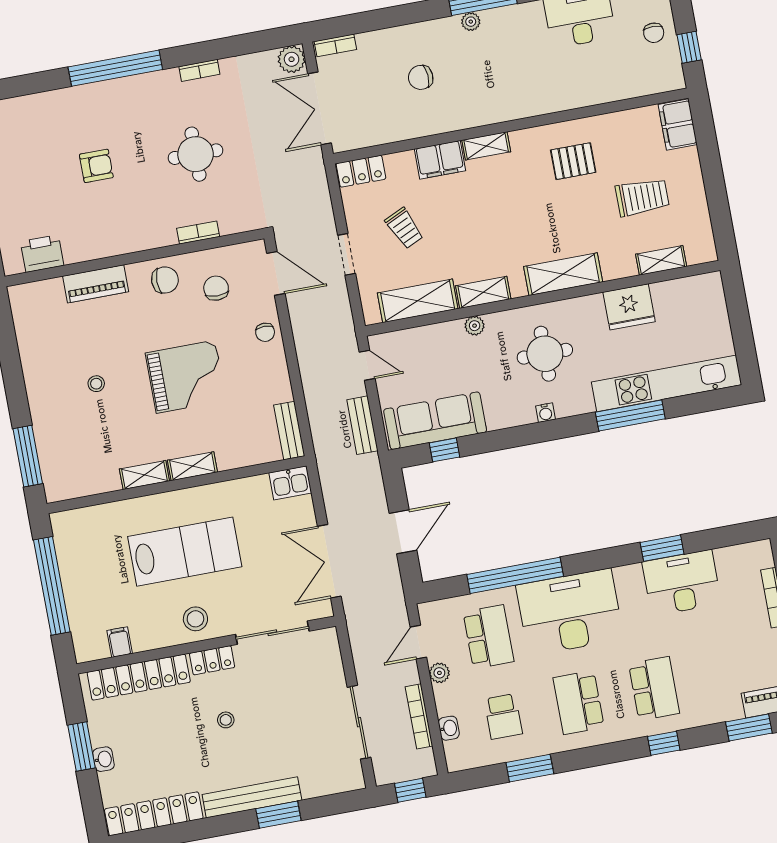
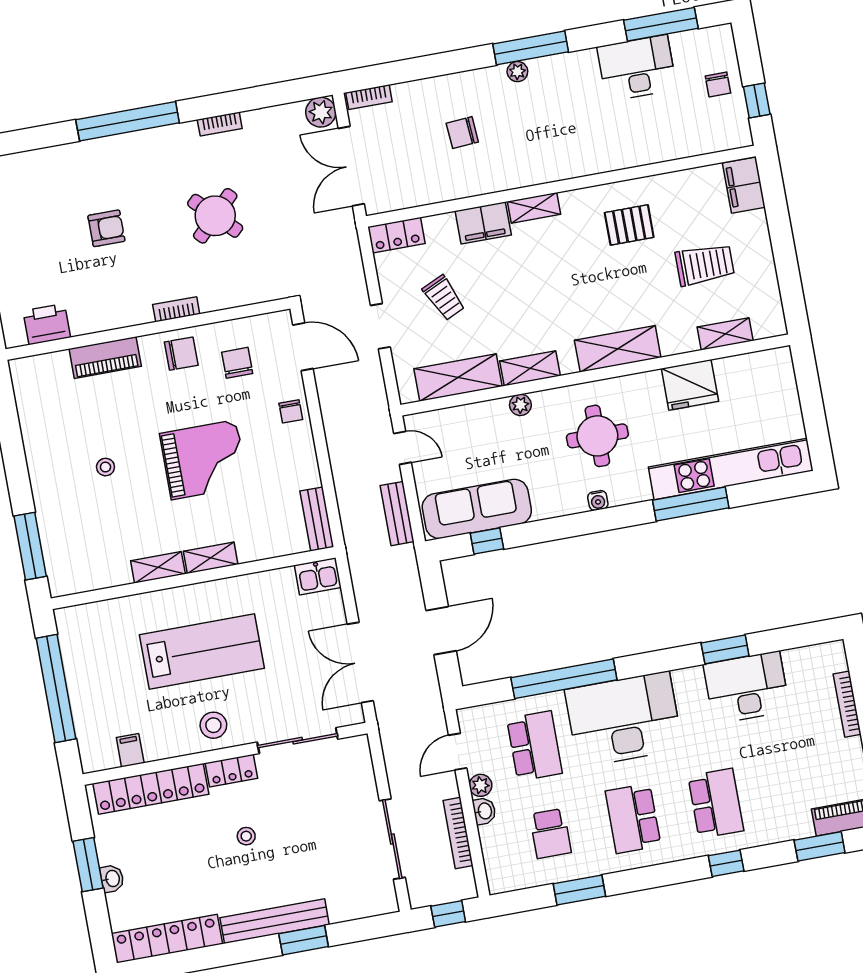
round table: (196, 154) -> (215, 216), turned 45
bookcase: (198, 233) -> (176, 309), moved
washbasin: (449, 728) -> (484, 811), moved

